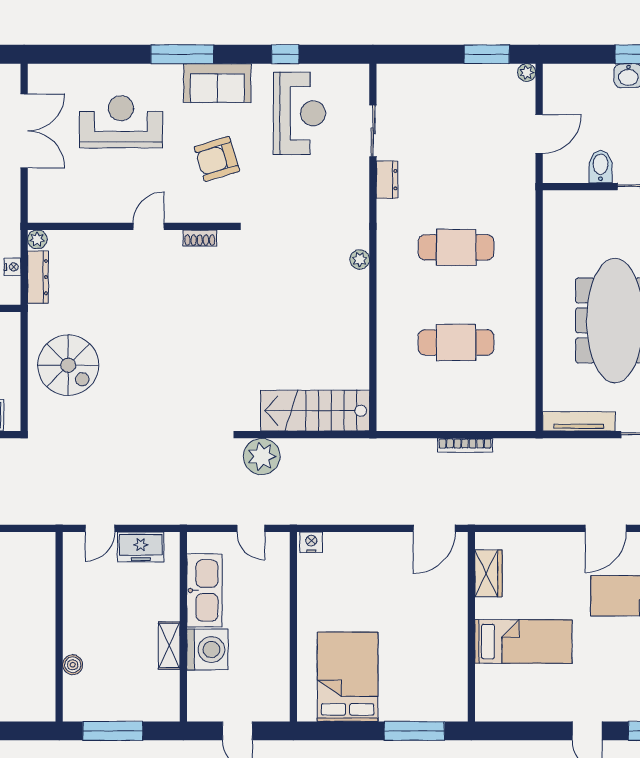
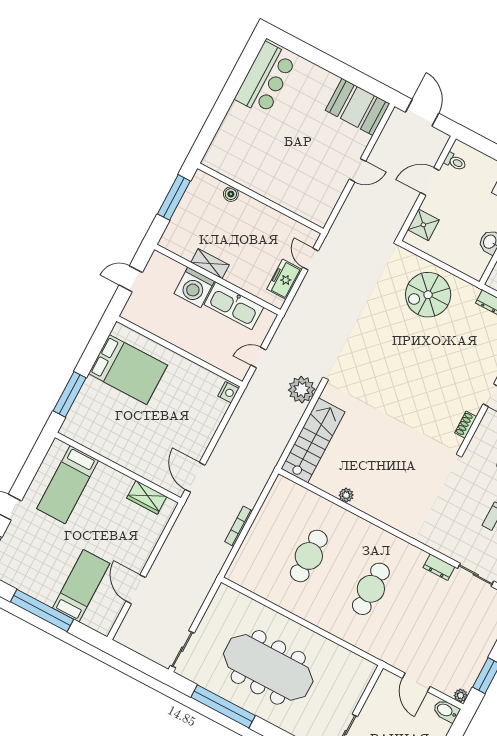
bidet: (601, 166) -> (446, 711), moved, turned 180
plant: (360, 259) -> (346, 495), moved
tv unit: (579, 421) -> (215, 609), removed
bed: (523, 641) -> (68, 485), moved

